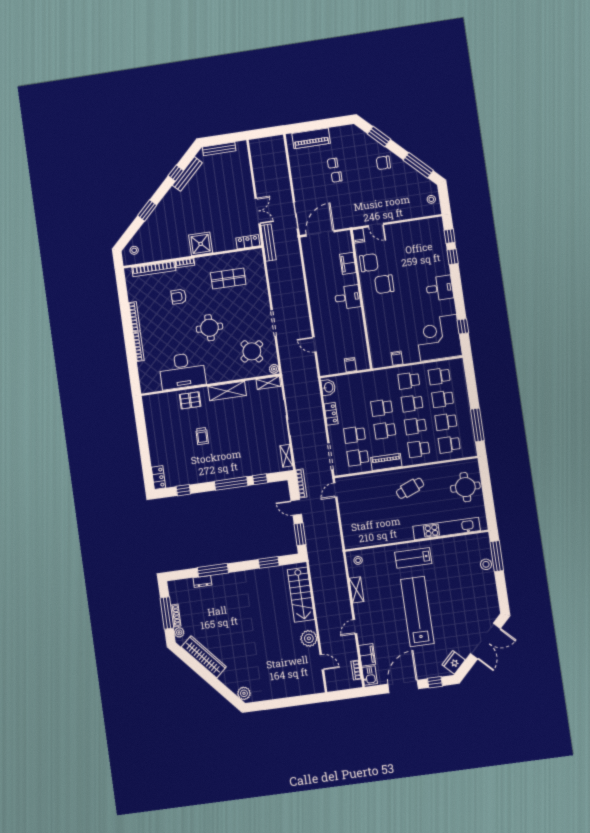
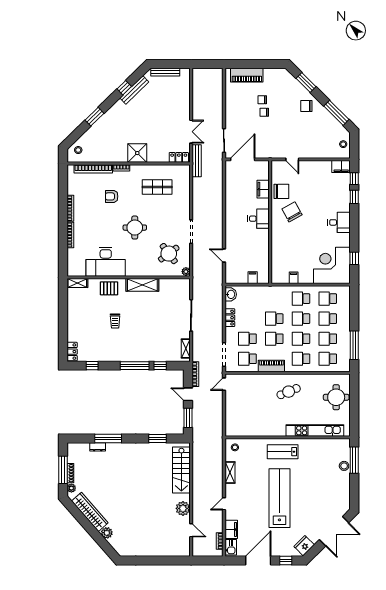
filing cabinet: (358, 236) -> (341, 166), moved, width x2.00
chair: (384, 284) -> (292, 212), turned 61
shelving: (268, 383) -> (77, 283), moved
plant: (244, 693) -> (107, 533), moved

